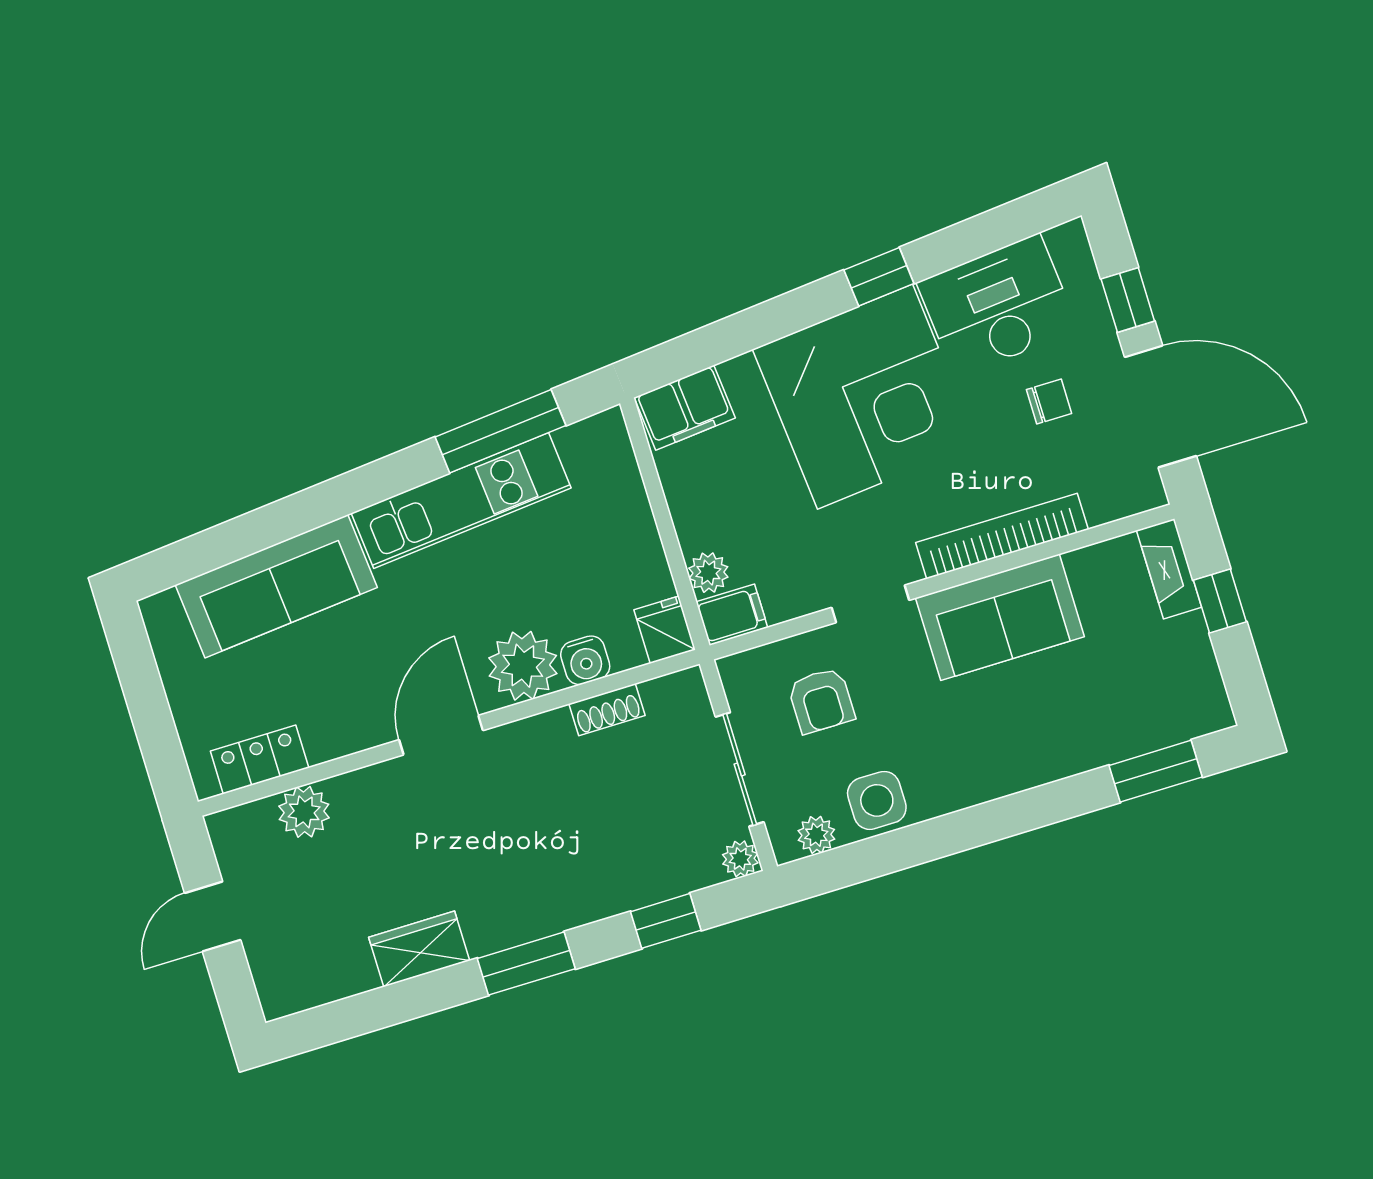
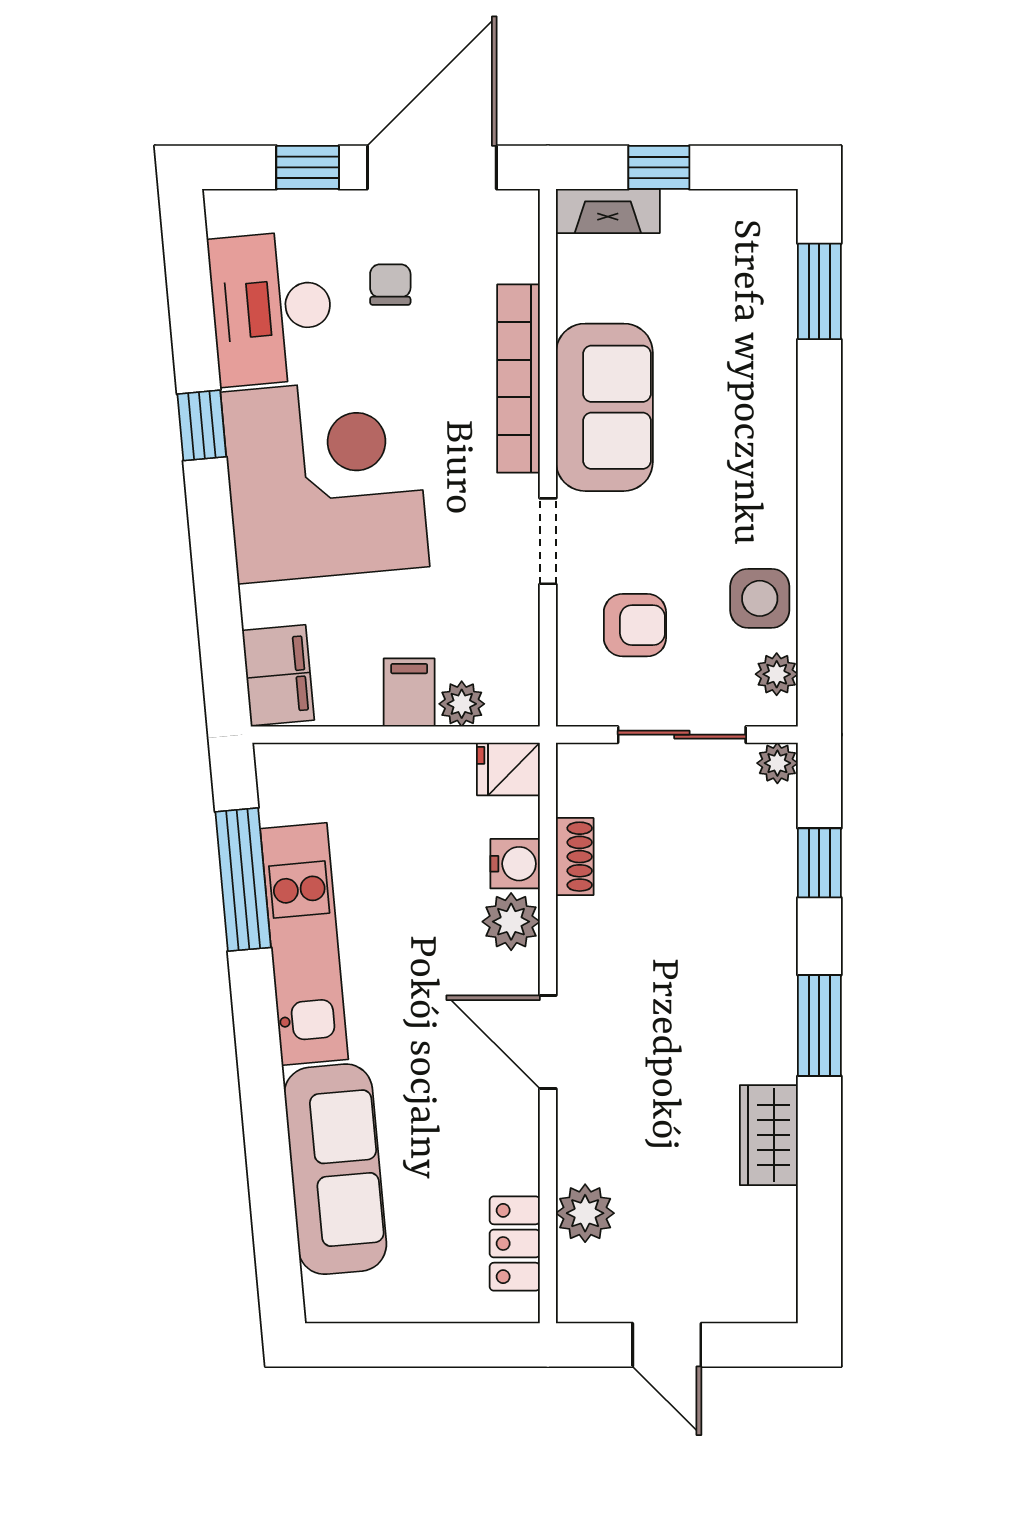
filing cabinet: (732, 615) -> (409, 692), moved
plant: (523, 666) -> (511, 922), width x0.73, depth x0.73

